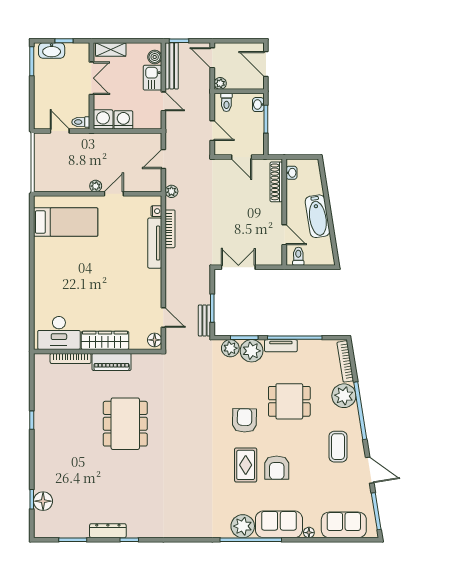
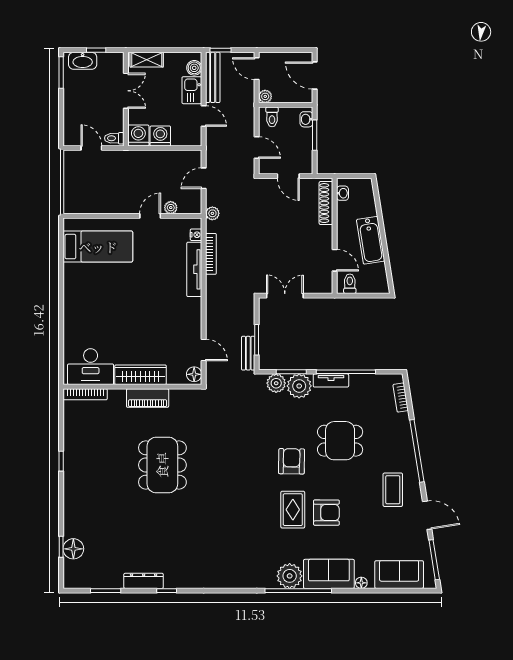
plant: (96, 186) -> (171, 208), moved
bookcase: (71, 358) -> (85, 394), moved
bookcase: (345, 361) -> (401, 398), width x0.64
plant: (344, 396) -> (399, 435), removed
armchair: (277, 468) -> (326, 513), turned -90

